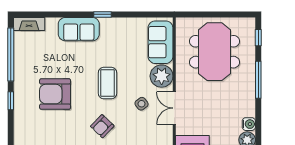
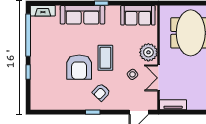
sofa: (79, 29) -> (82, 15), width x1.36
sofa: (160, 42) -> (138, 15), moved, turned -90
armchair: (55, 94) -> (79, 67), moved, turned -90

